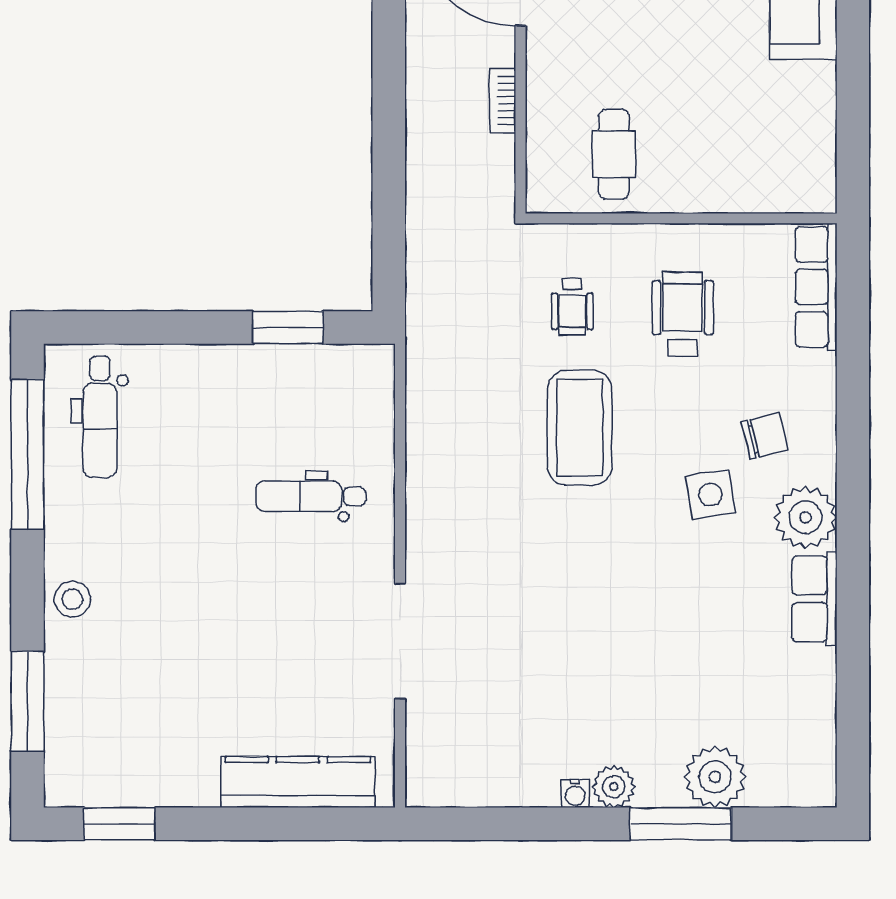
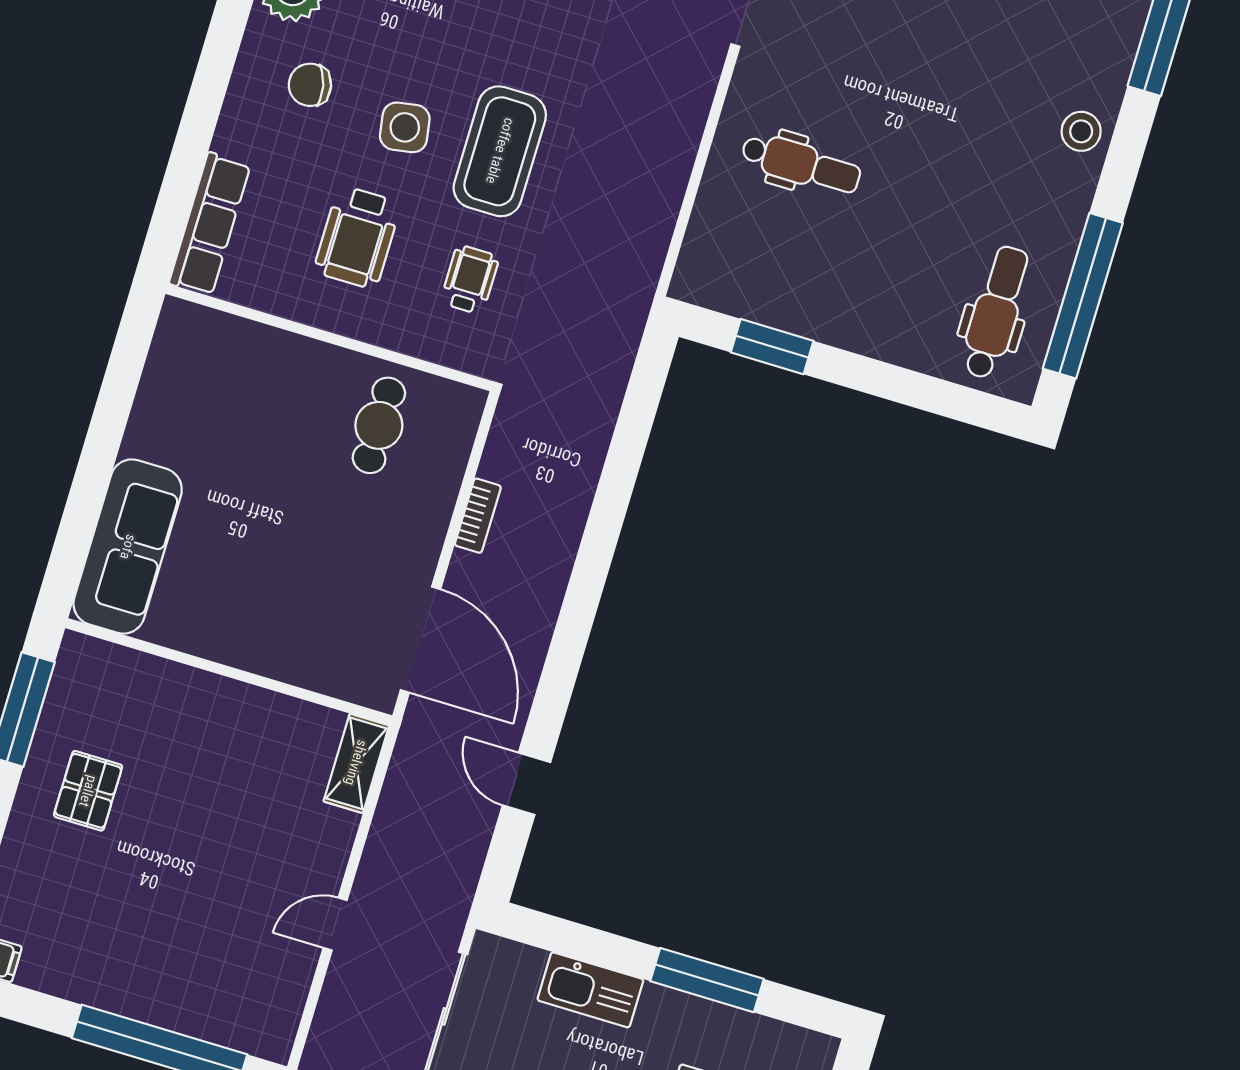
side table: (710, 495) -> (405, 127), moved

